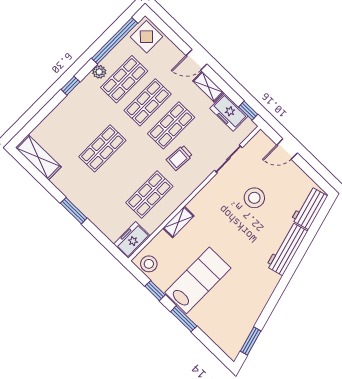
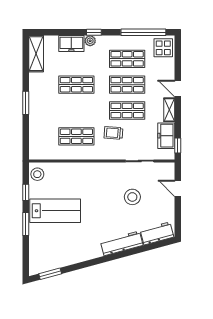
plant: (99, 72) -> (90, 41), moved
shelving: (178, 222) -> (77, 168), removed
freezer: (132, 240) -> (71, 43), moved, turned 180

